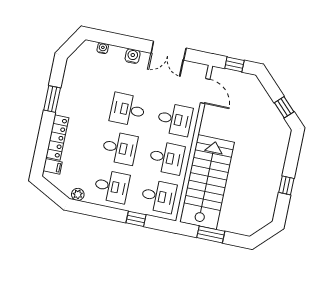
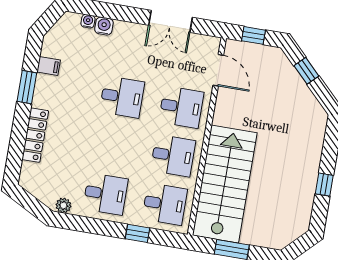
water cooler: (133, 56) -> (104, 26), moved
window: (284, 107) -> (306, 71), moved
desk: (128, 110) -> (122, 97), turned 180
desk: (120, 148) -> (114, 145), removed
filing cabinet: (53, 166) -> (49, 66), moved

